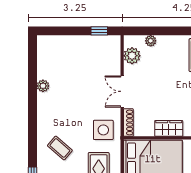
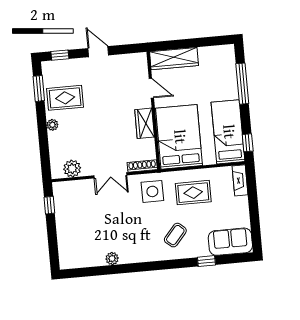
plant: (151, 41) -> (52, 125), moved

